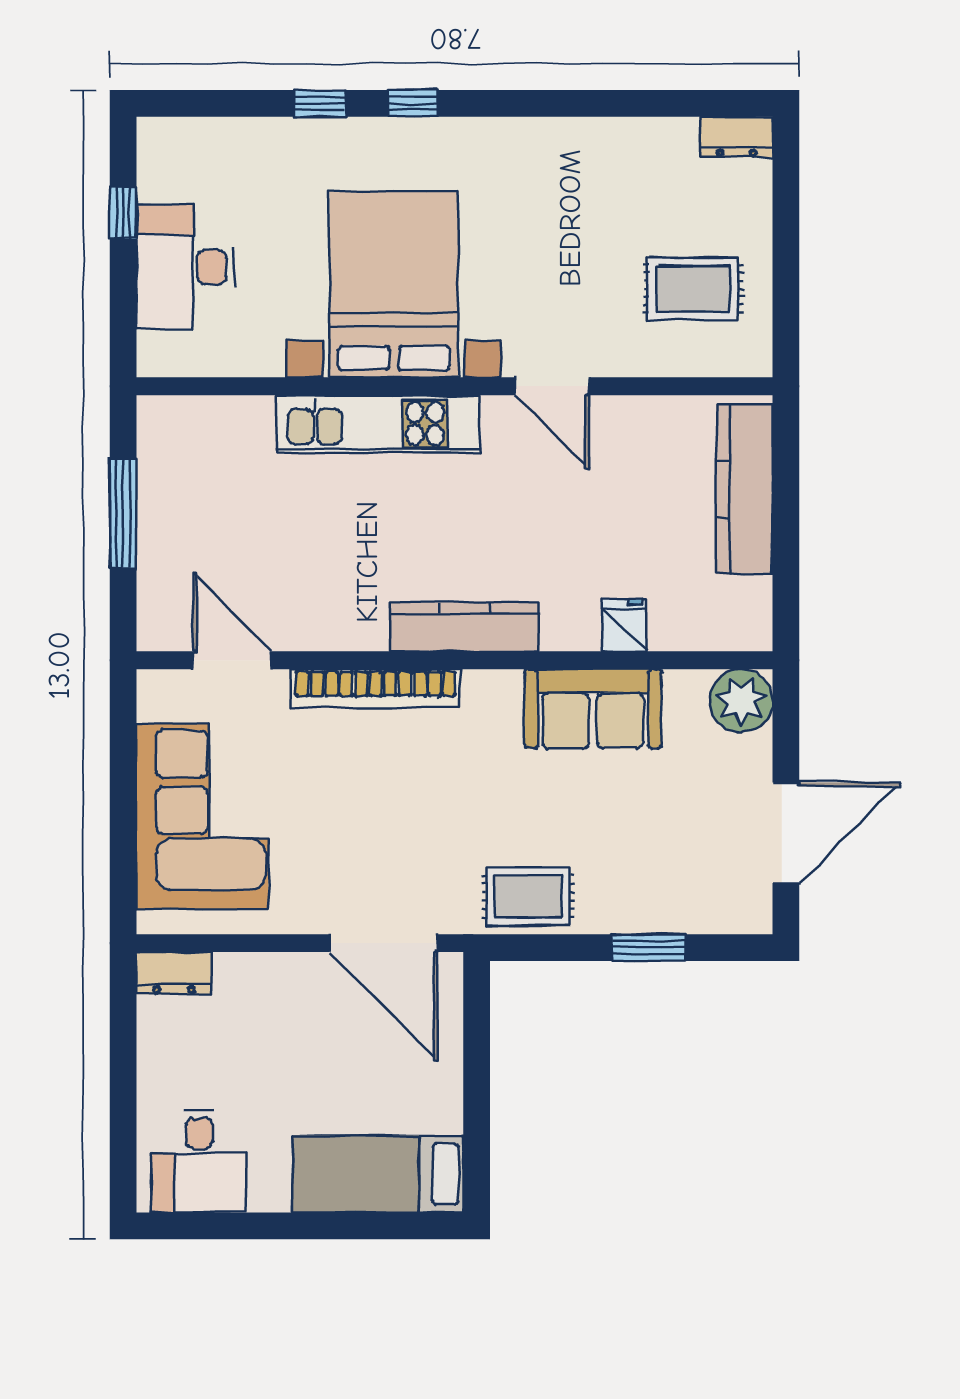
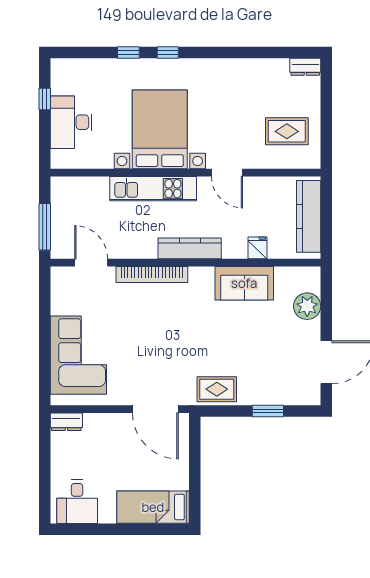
fridge: (624, 625) -> (258, 248), moved
kitchen counter: (464, 627) -> (190, 248), moved
door: (232, 660) -> (91, 263), moved
wall: (455, 660) -> (185, 263), moved
bookcase: (376, 688) -> (152, 275), moved
sofa: (593, 709) -> (244, 283), moved

